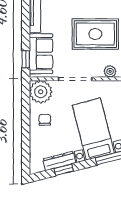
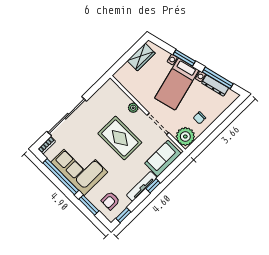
window: (26, 59) -> (153, 186), moved
window: (64, 170) -> (218, 78), width x2.17

